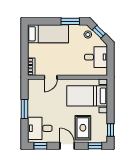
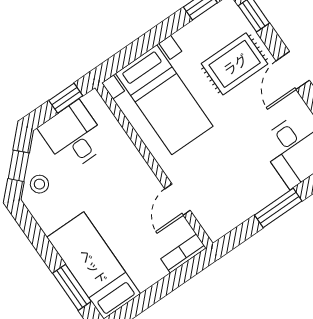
window: (70, 21) -> (72, 287), moved
window: (111, 63) -> (66, 98), added
door: (51, 77) -> (178, 200), swing flipped

